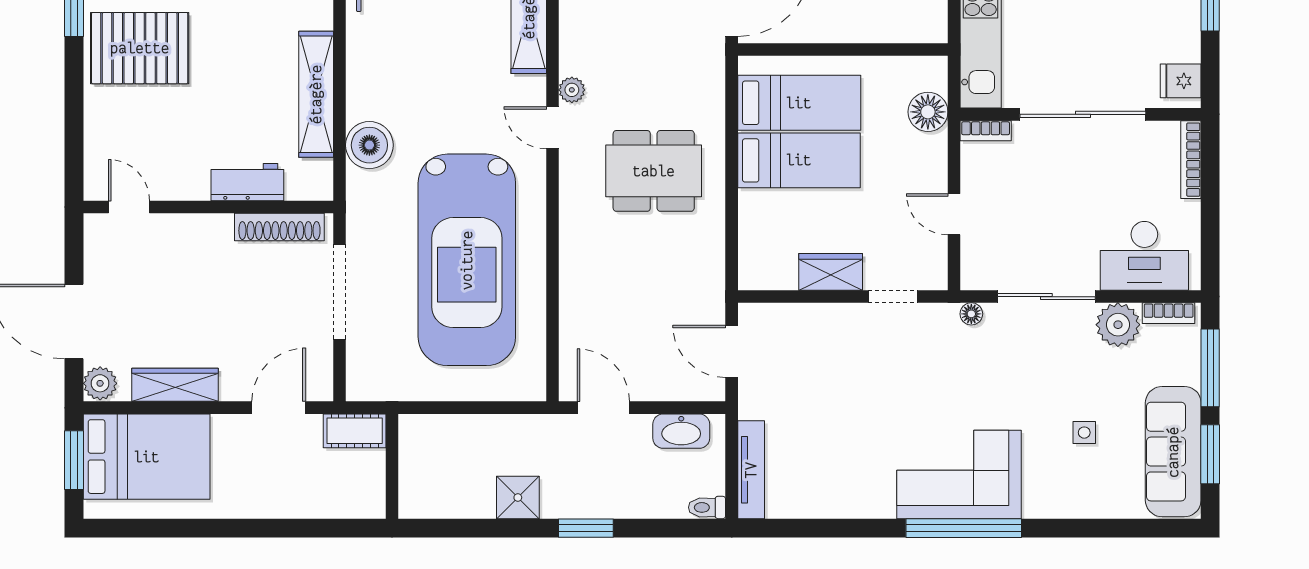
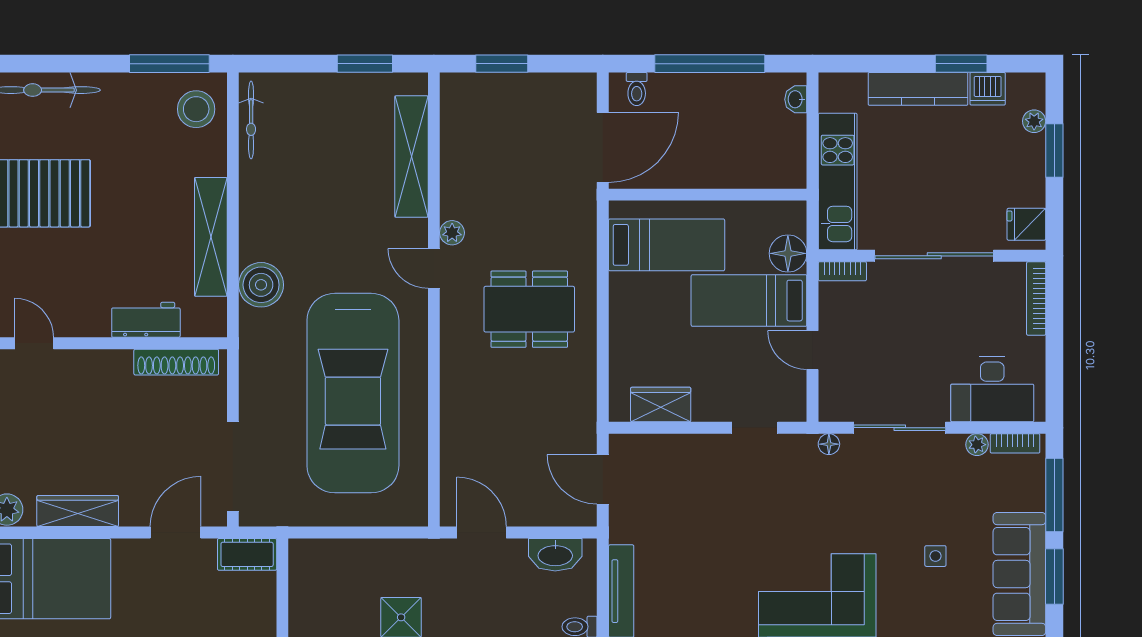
bed: (799, 160) -> (749, 301), moved, turned 180
wardrobe: (831, 272) -> (661, 404), moved
doorway: (340, 292) -> (233, 466), moved
plant: (1118, 325) -> (977, 445), width x0.53, depth x0.53

